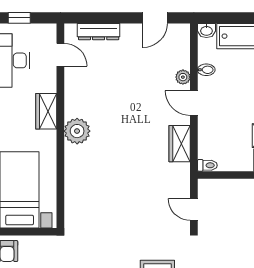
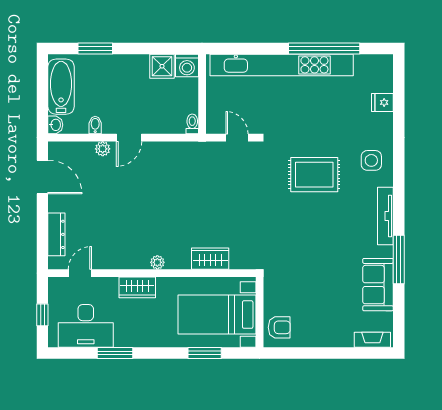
door: (155, 18) -> (42, 177), width x1.38
plant: (77, 131) -> (157, 262), width x0.53, depth x0.53
wardrobe: (180, 144) -> (210, 259), moved, turned 180
door: (194, 209) -> (237, 138), swing flipped

